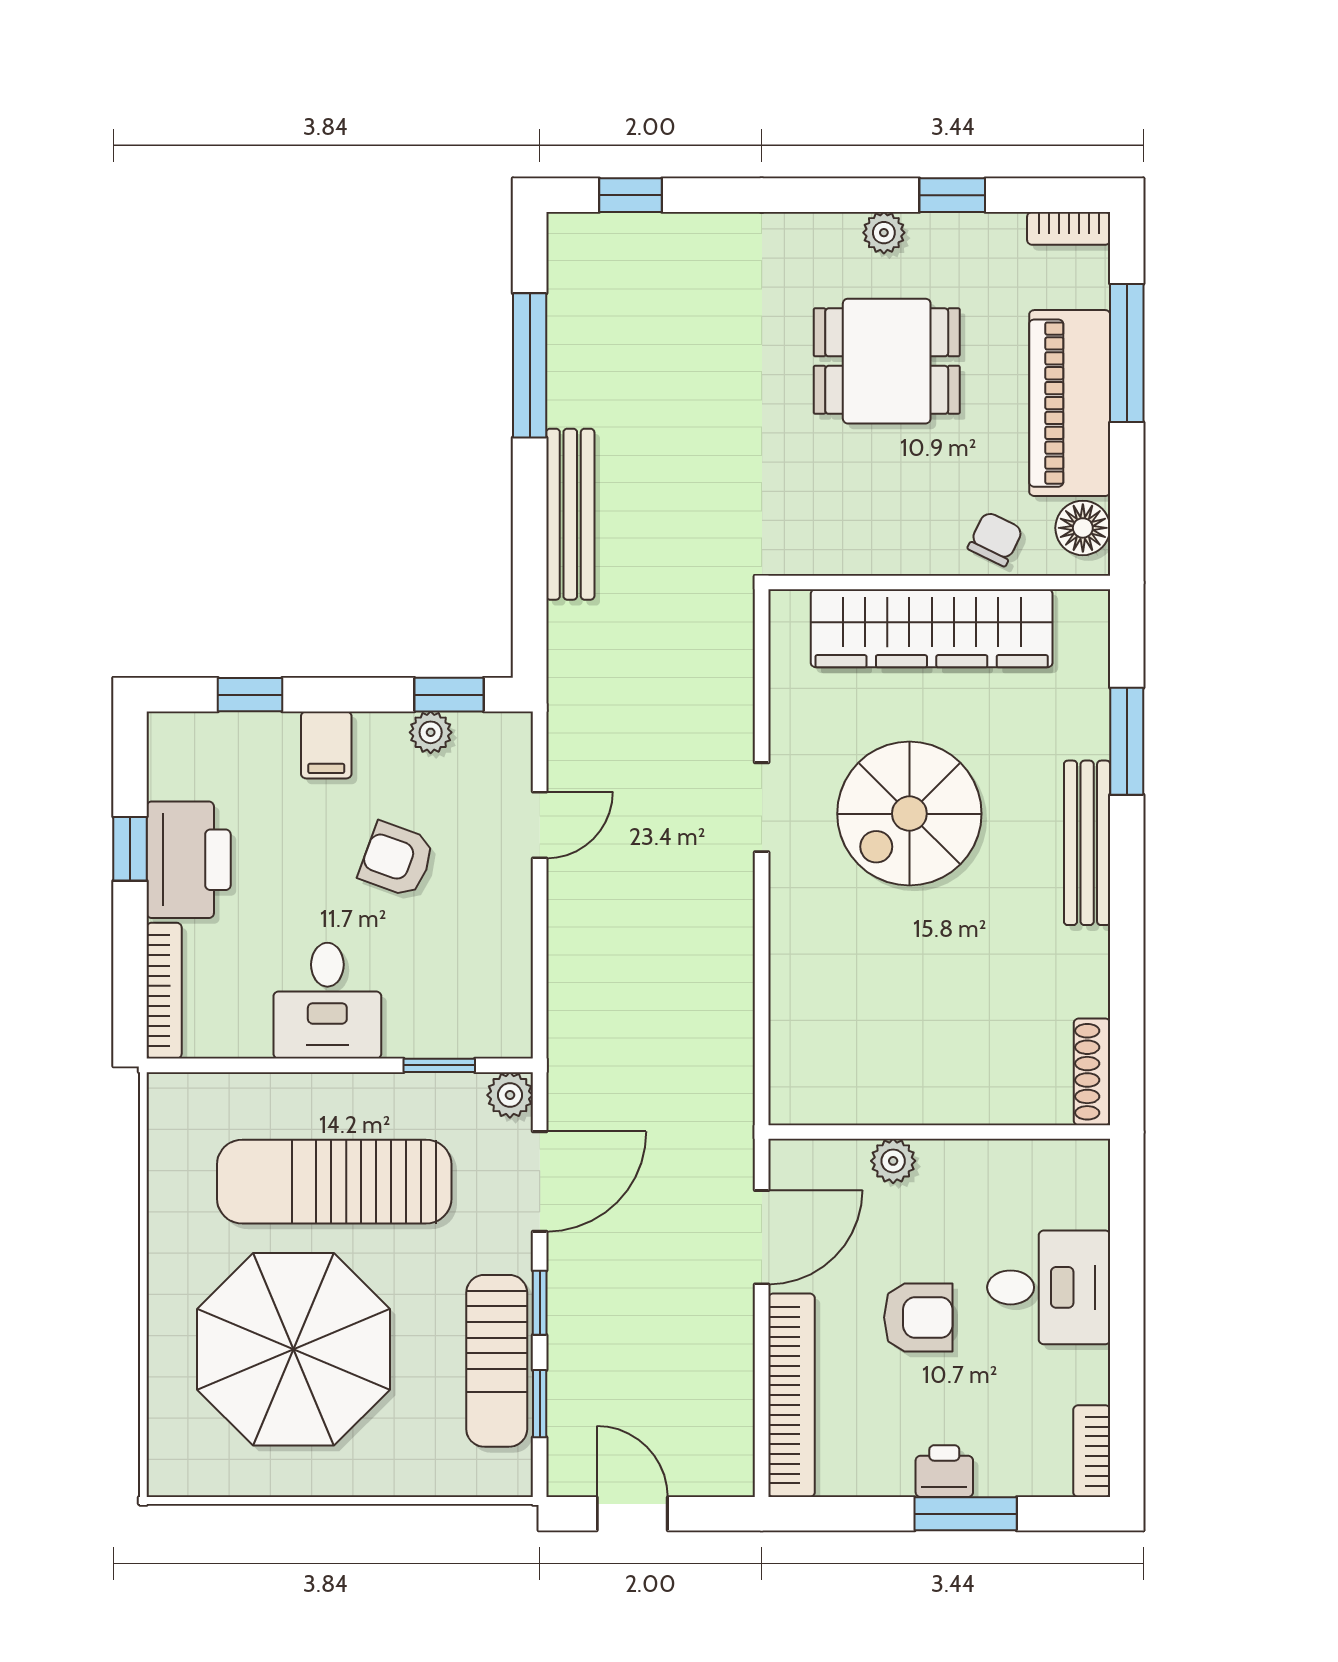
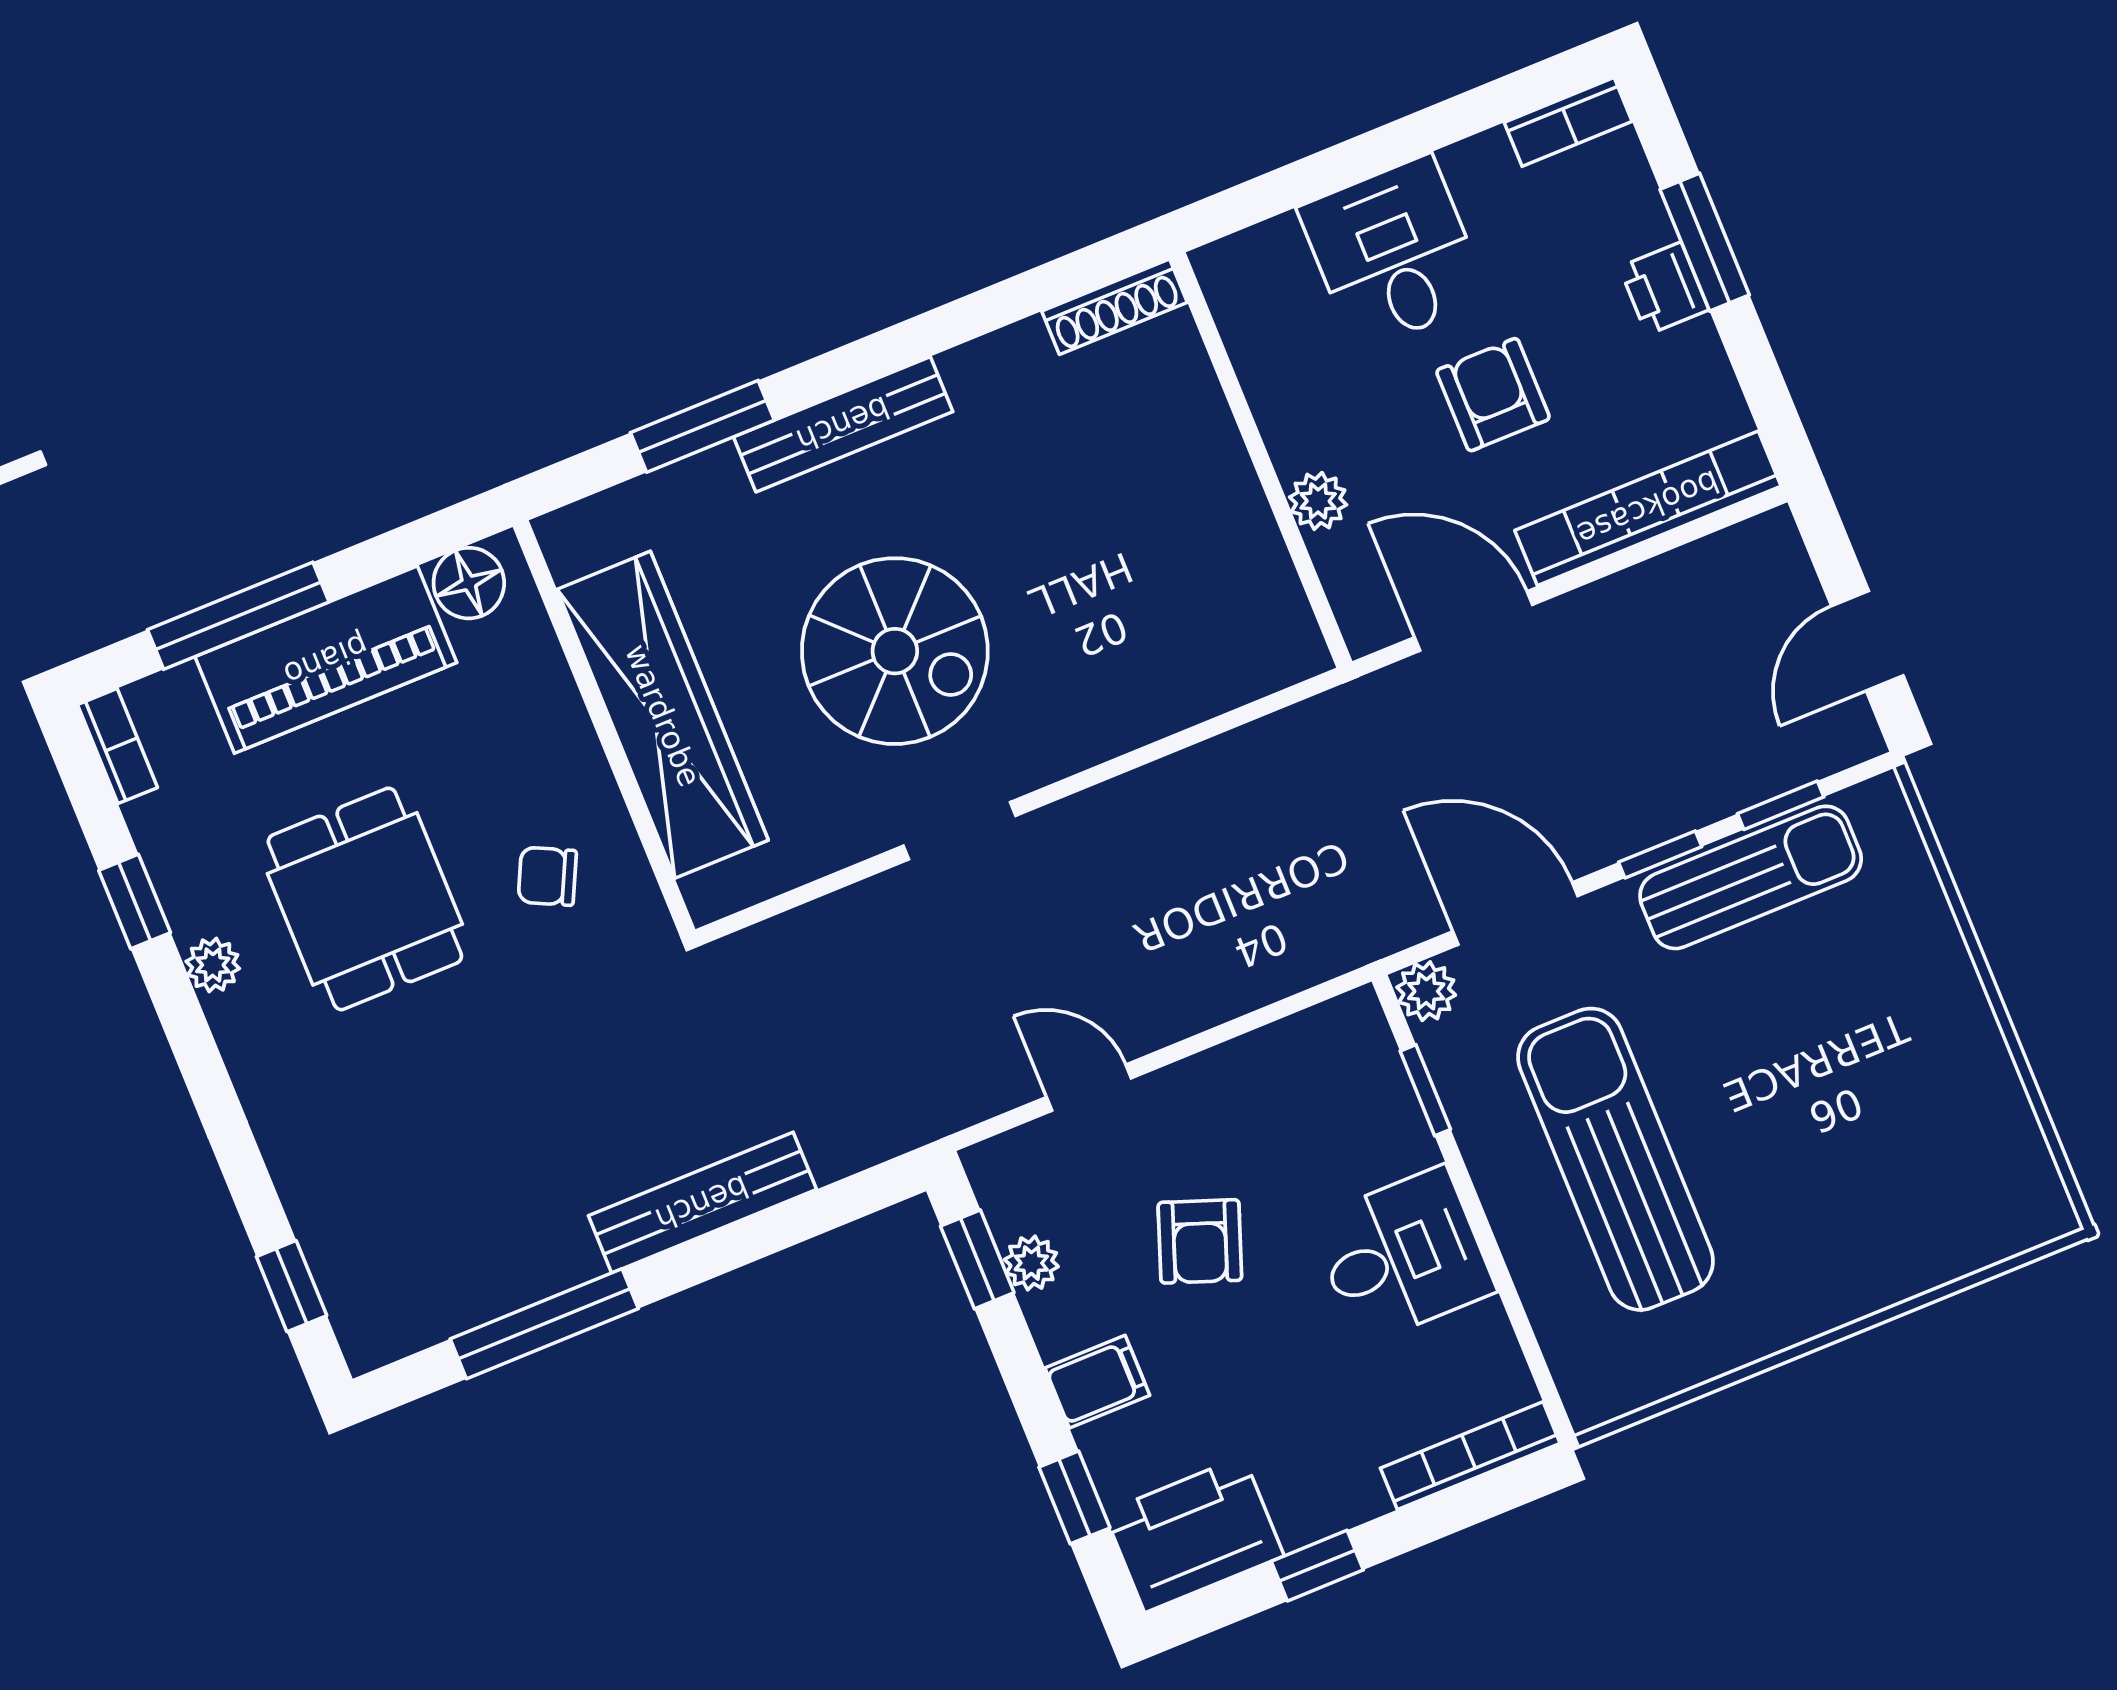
chair: (995, 539) -> (547, 876), moved
printer: (189, 860) -> (1194, 1534), moved
sun lounger: (334, 1182) -> (1615, 1159), turned 180
parasol: (293, 1349) -> (1836, 1126), removed

